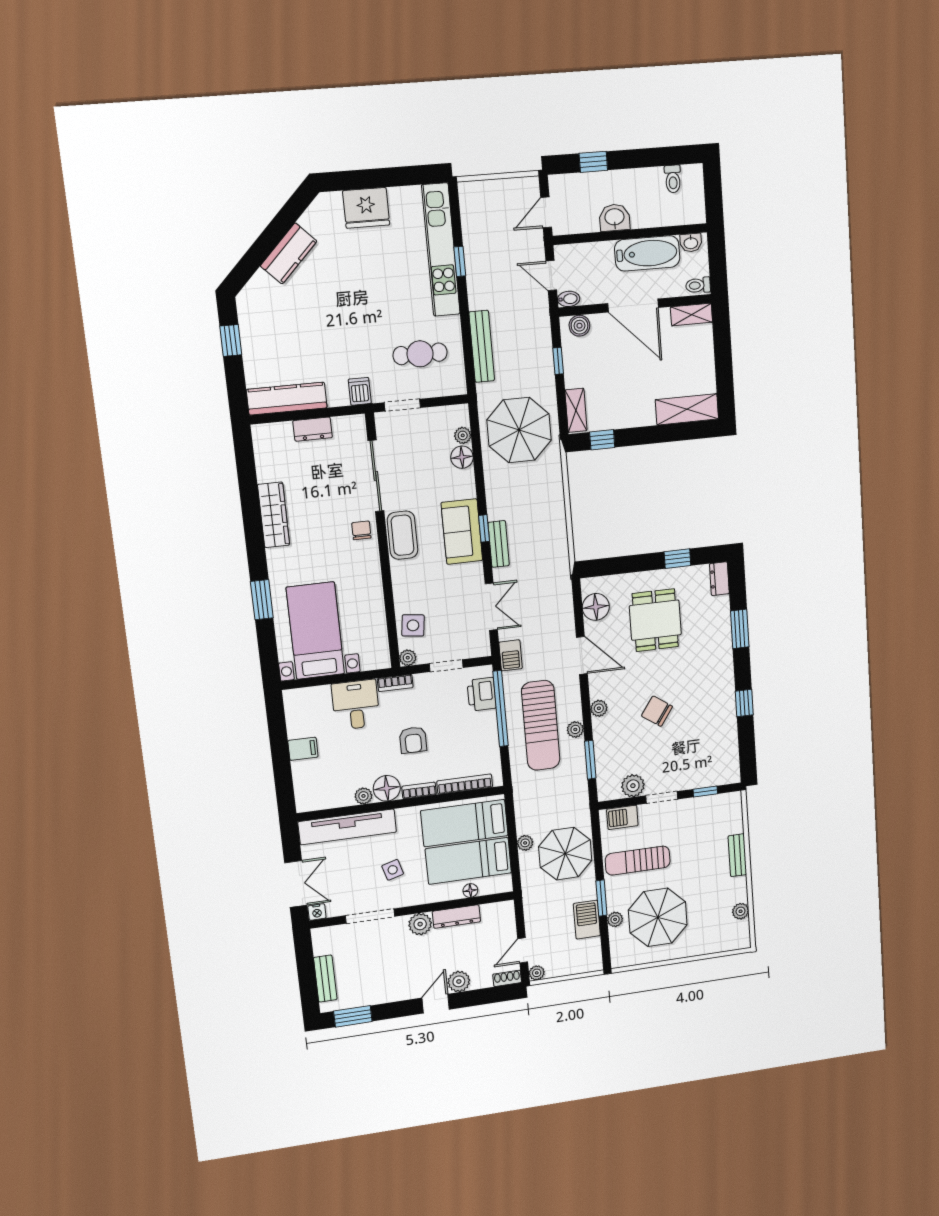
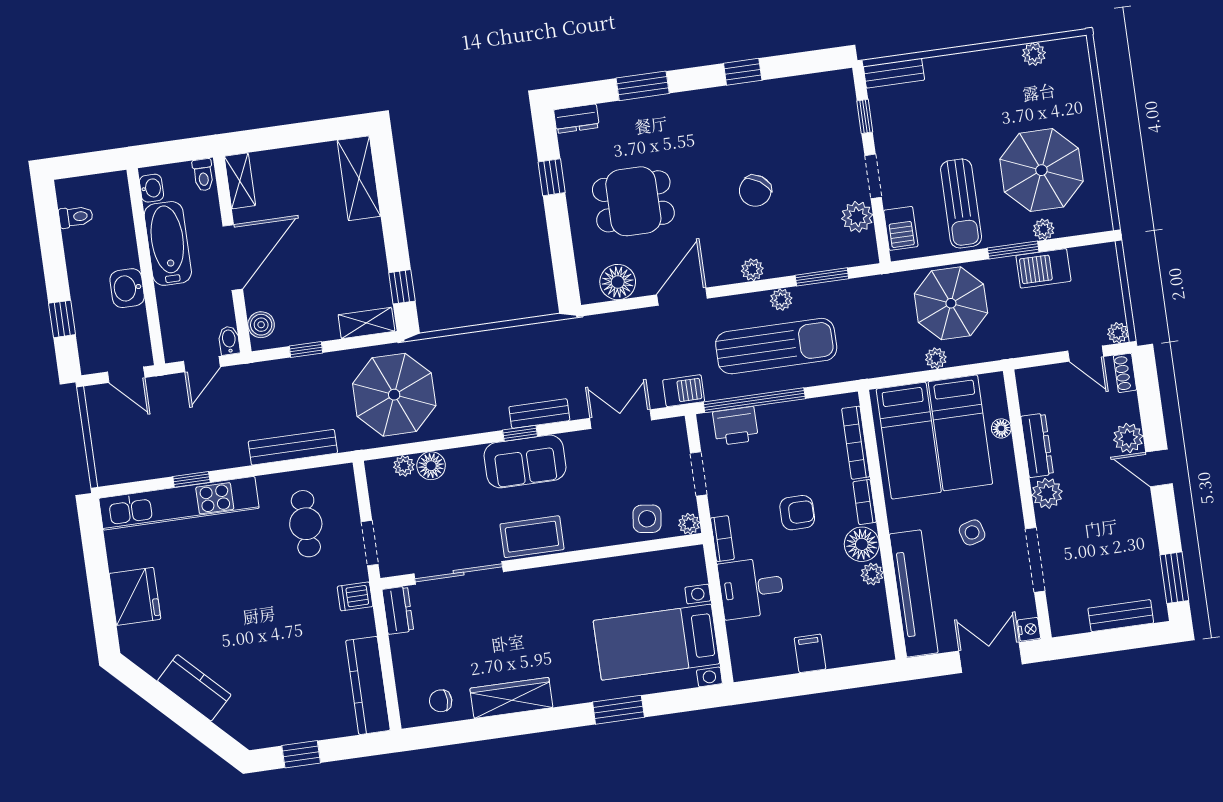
dresser: (313, 429) -> (398, 610), moved
chair: (361, 530) -> (441, 701), moved
bench: (737, 855) -> (894, 73), moved

